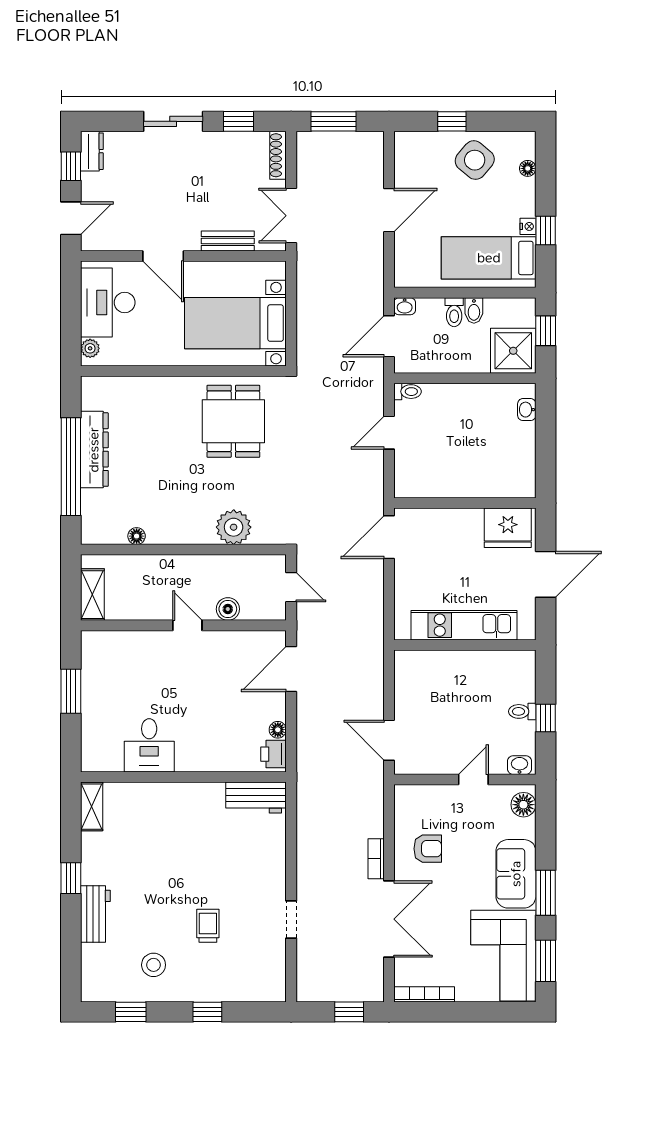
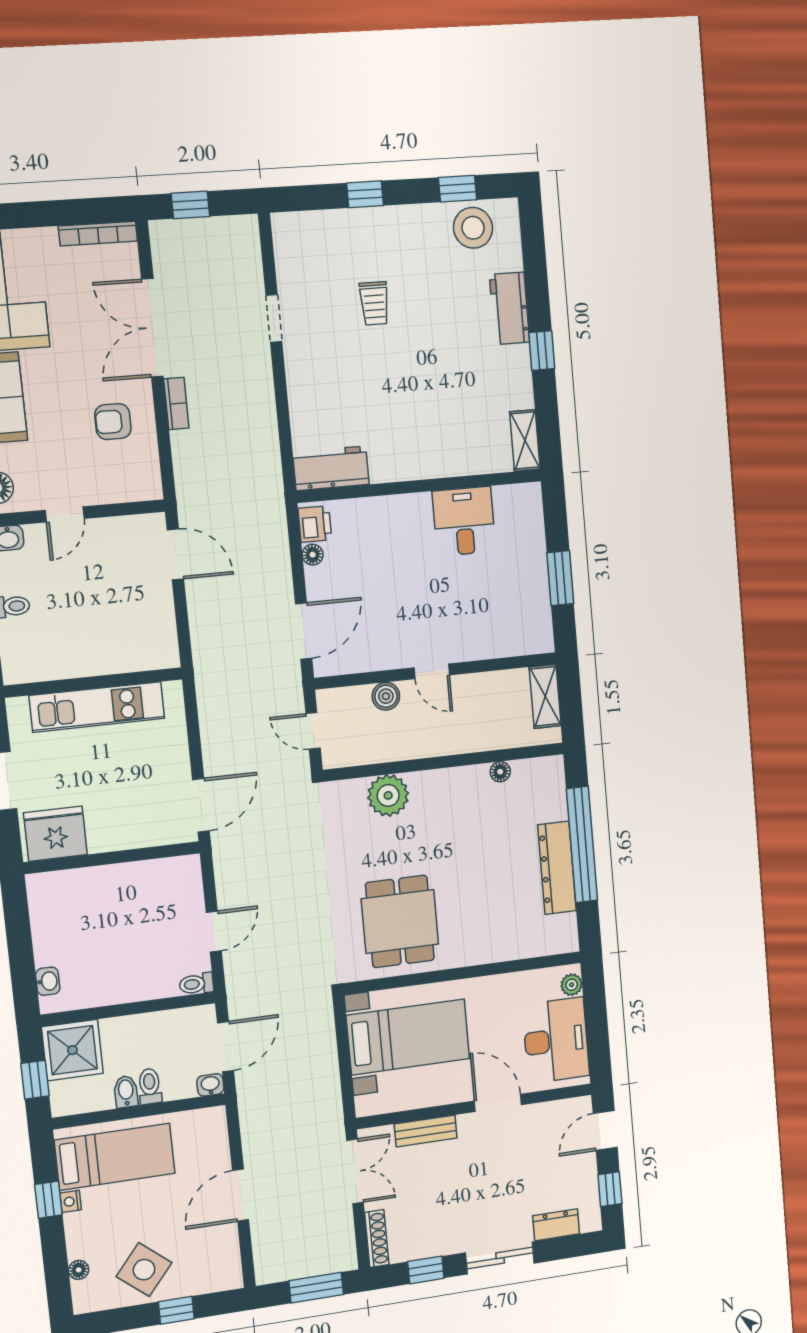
dresser: (92, 151) -> (556, 1225), moved, turned 90
stool: (154, 965) -> (473, 228), moved, width x1.38, depth x1.38

